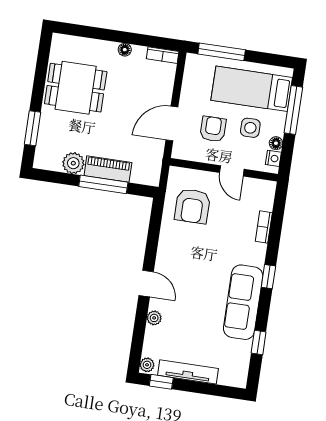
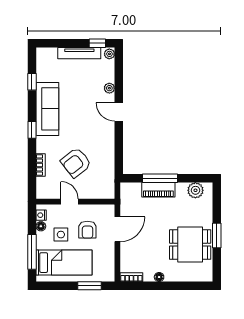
window: (222, 52) -> (90, 286), width x0.69
window: (33, 128) -> (217, 236), moved
plant: (73, 163) -> (195, 190), moved
armchair: (192, 206) -> (76, 163), moved, turned -128

